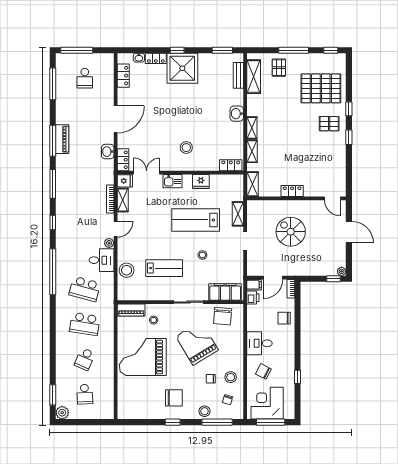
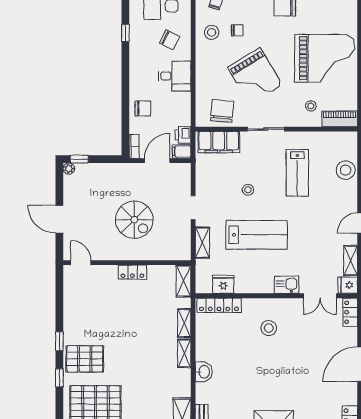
pallet: (329, 124) -> (85, 359), width x1.50, depth x1.42
locker: (231, 165) -> (219, 305), width x1.53
fridge: (201, 181) -> (223, 284), moved
lab bench: (164, 268) -> (297, 173), turned -90

